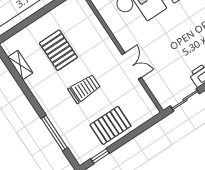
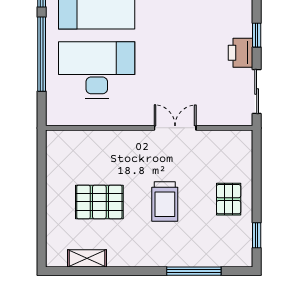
trolley: (84, 89) -> (165, 201), turned 180
pallet: (111, 125) -> (229, 199), width x0.67, depth x0.71

